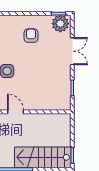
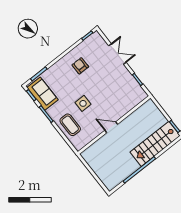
plant: (60, 24) -> (94, 41), removed

